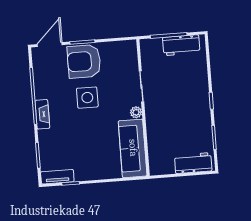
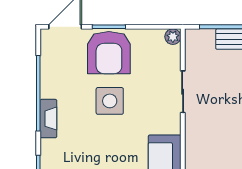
armchair: (84, 61) -> (109, 53), turned -90
plant: (136, 112) -> (173, 37), moved

